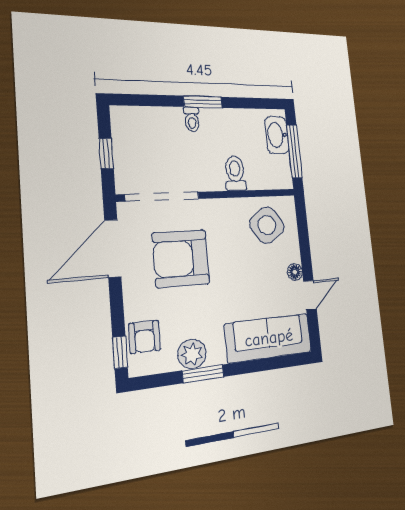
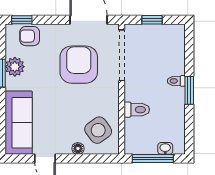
washbasin: (277, 135) -> (165, 148), width x0.52, depth x0.69
floor lamp: (295, 272) -> (78, 148), moved

